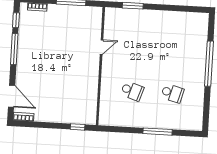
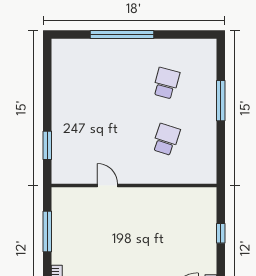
window: (78, 127) -> (221, 233), moved

